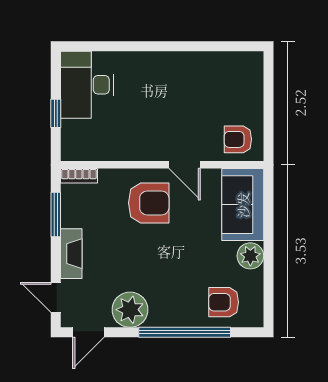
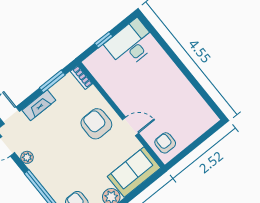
door: (185, 165) -> (130, 126), swing flipped
armchair: (149, 203) -> (96, 124), turned 180
plant: (130, 310) -> (27, 157), width x0.53, depth x0.53

